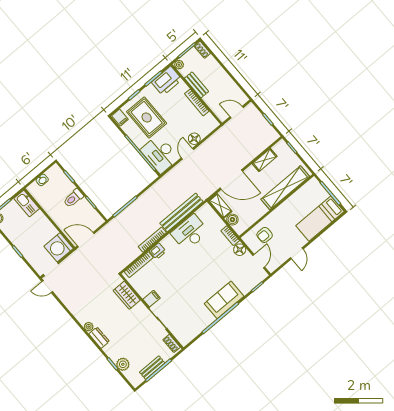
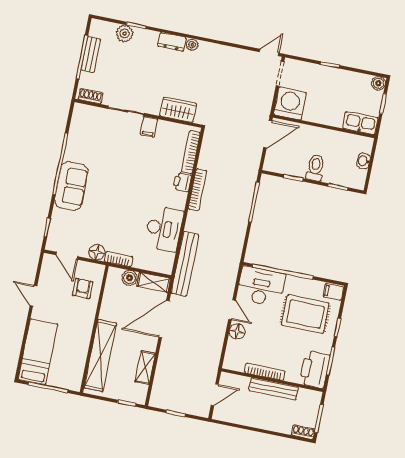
plant: (179, 65) -> (315, 397), removed
bench: (196, 85) -> (274, 389), width x1.36
bench: (181, 212) -> (185, 264), moved

